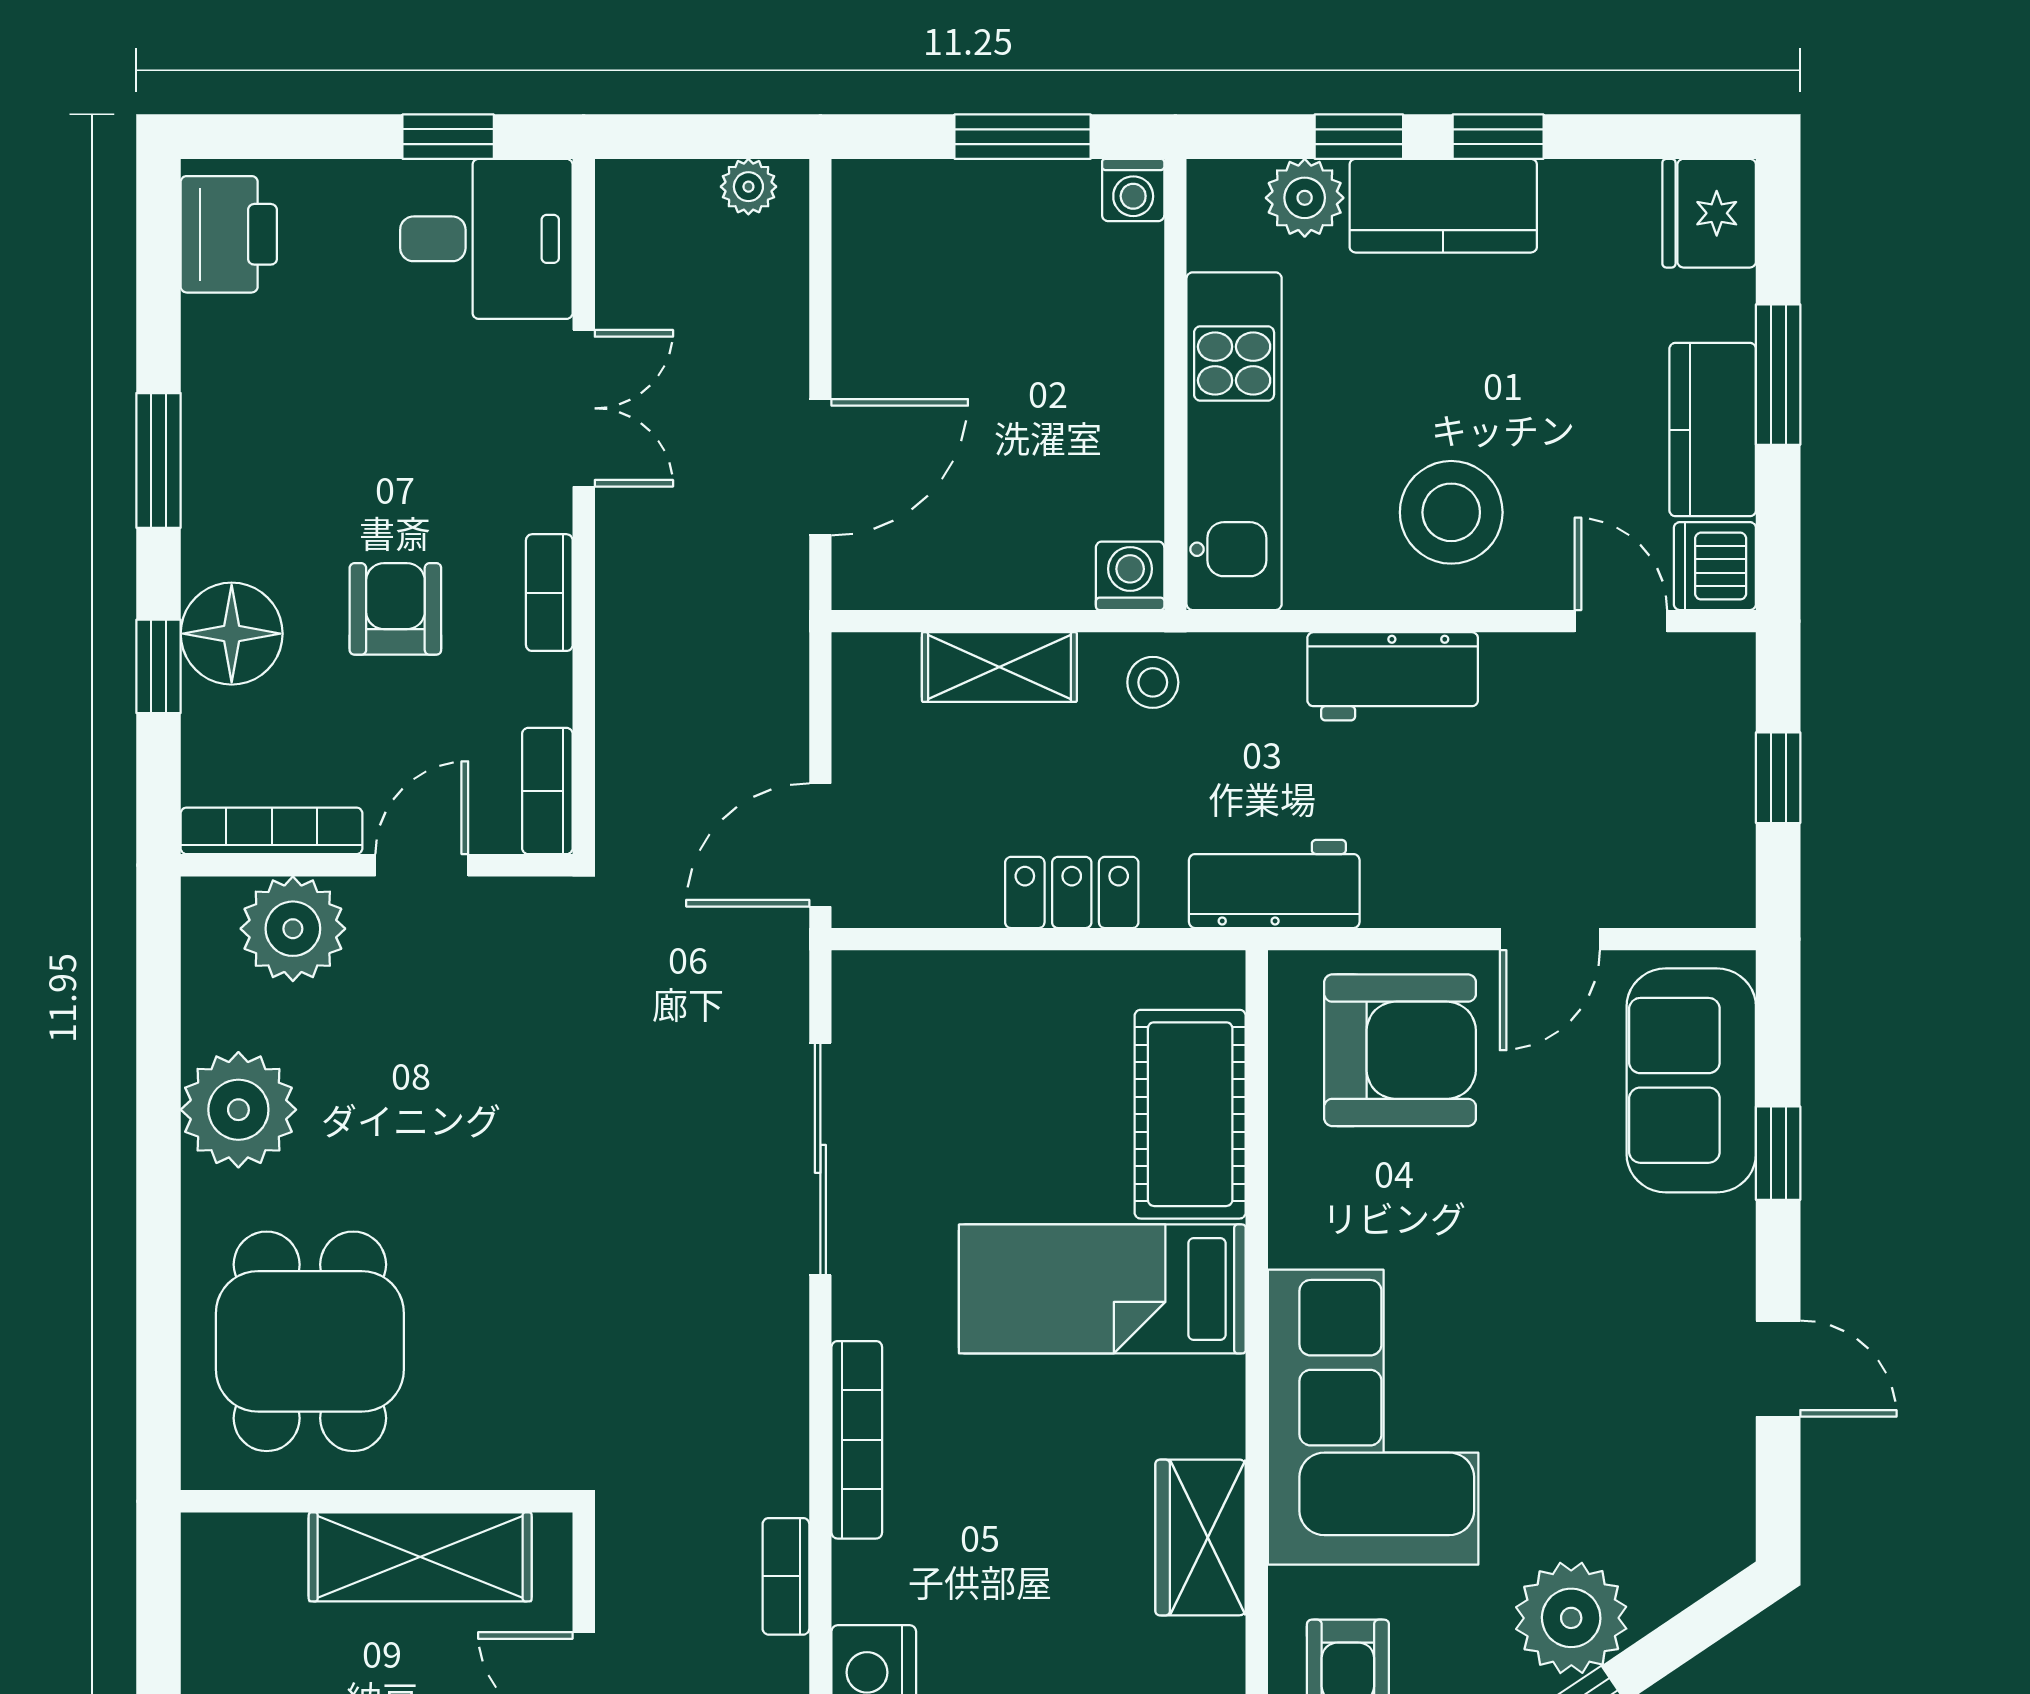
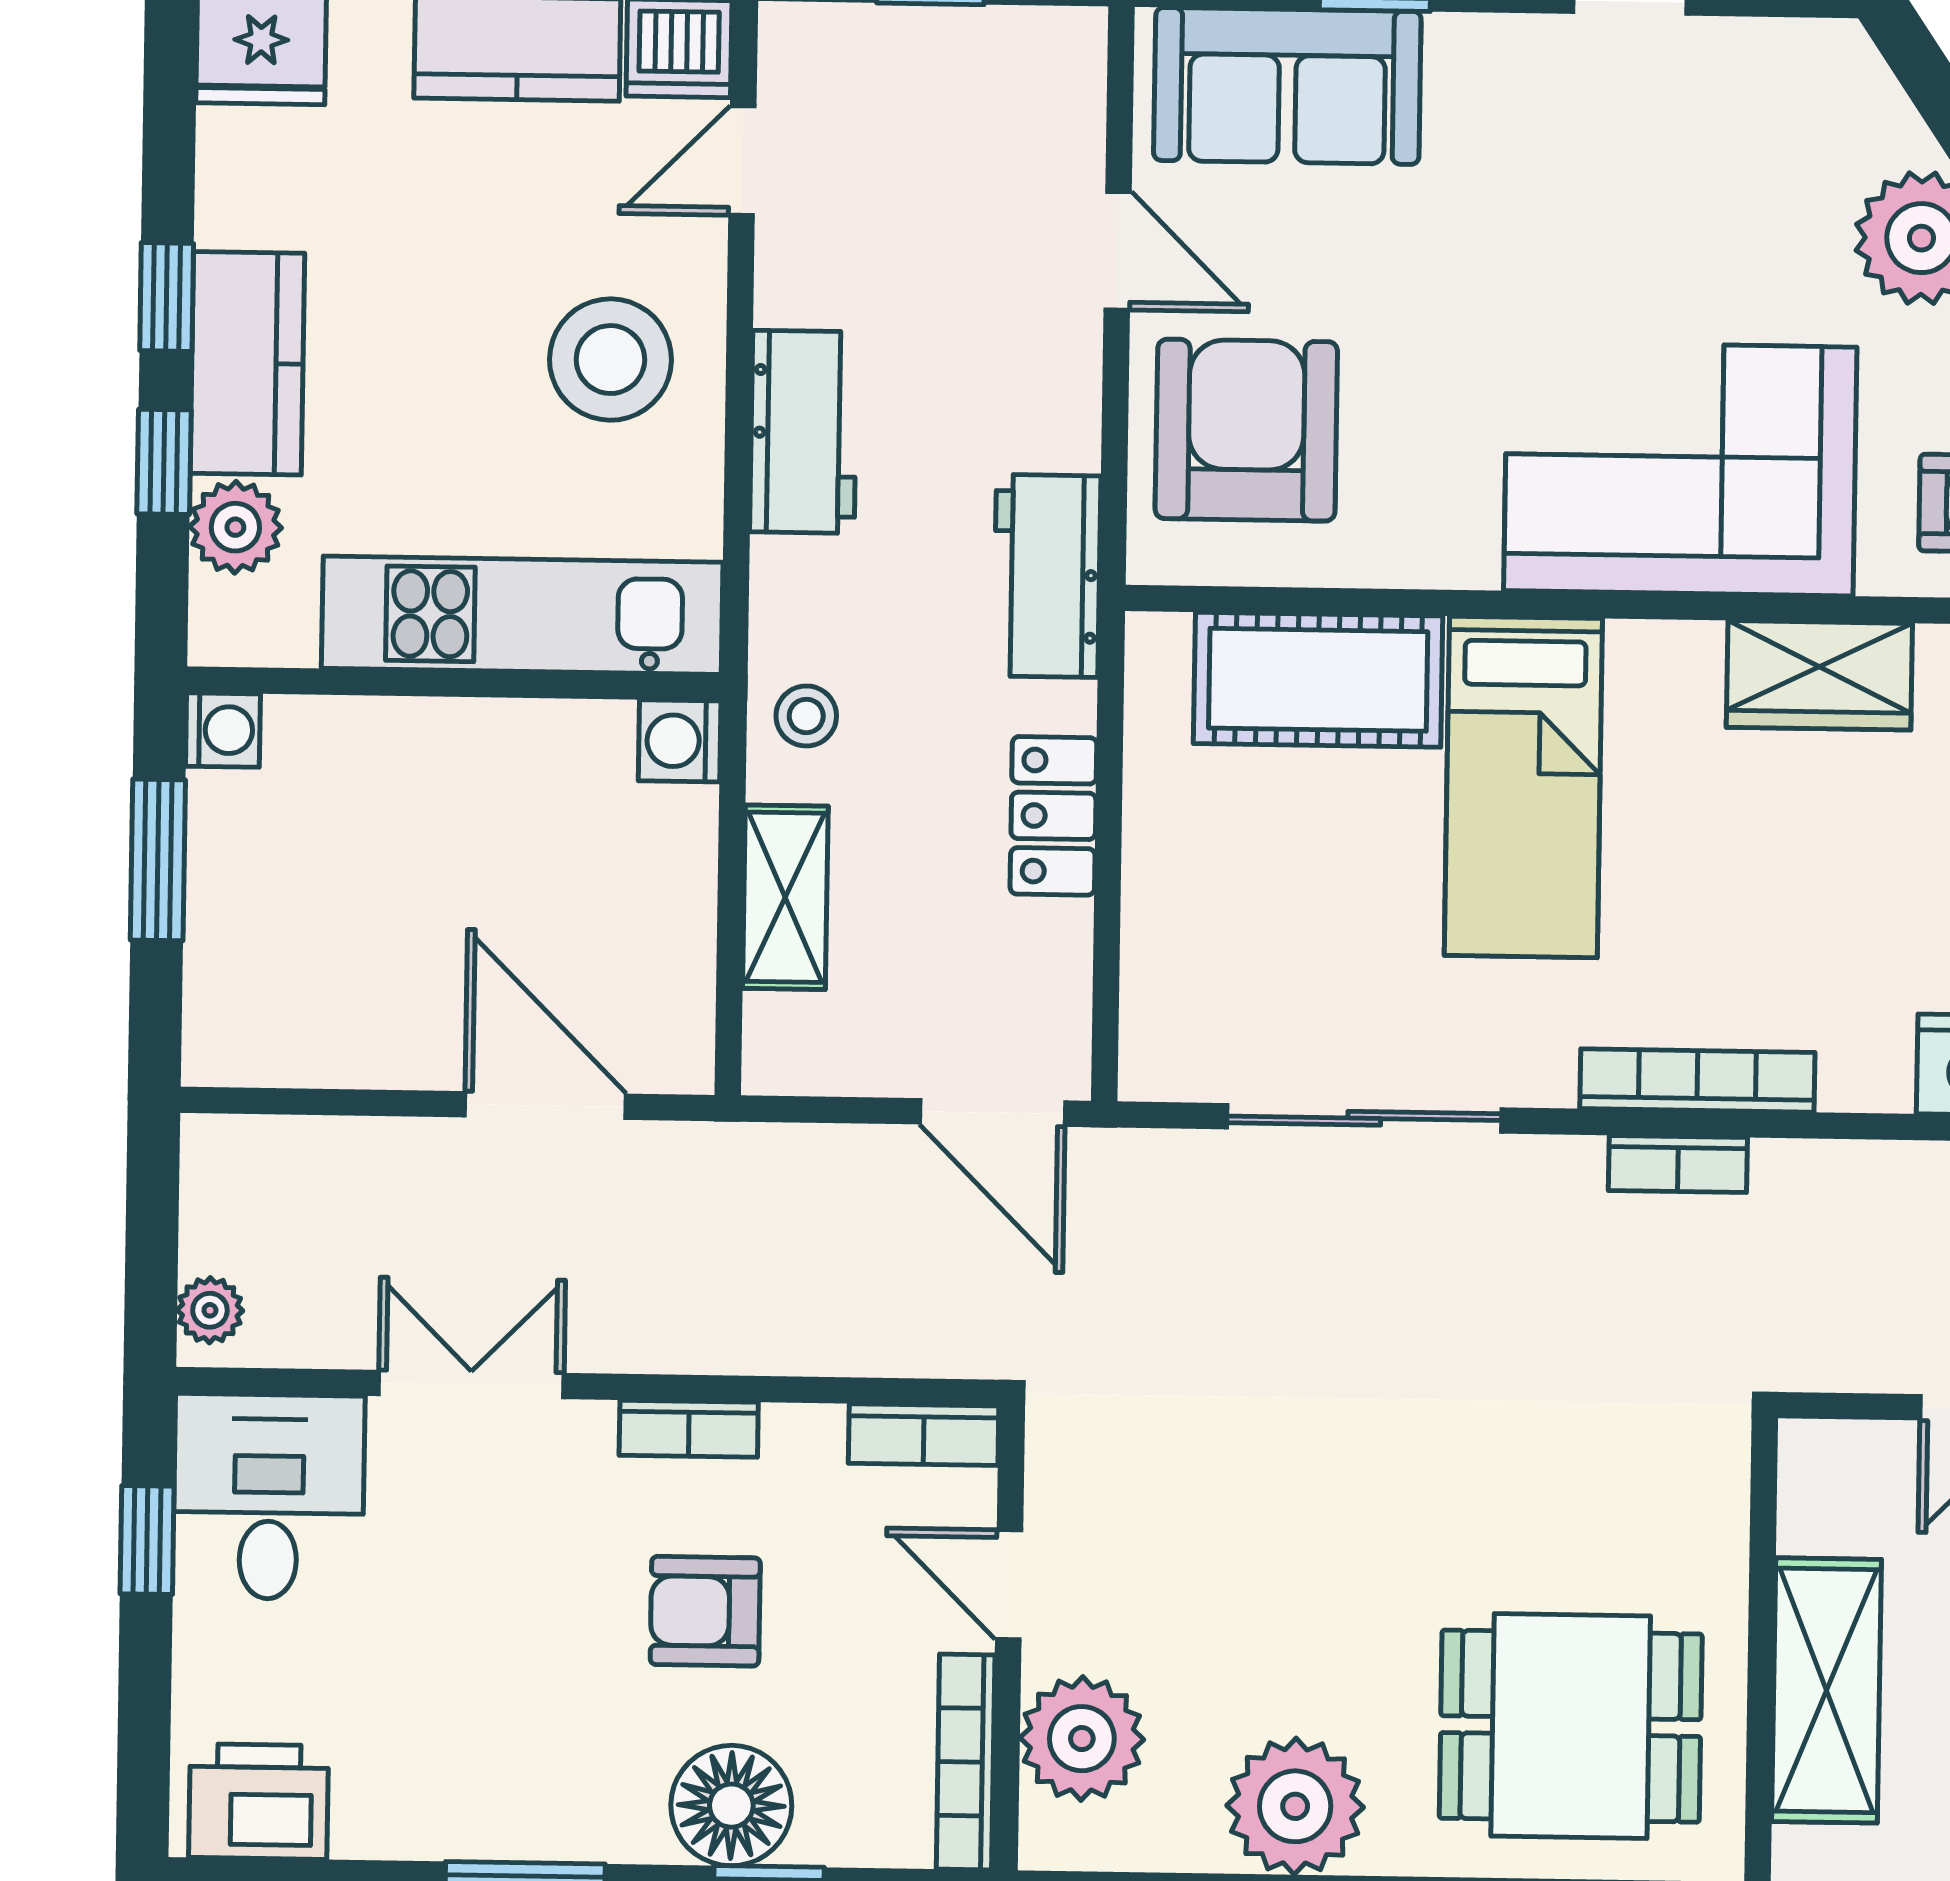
plant: (748, 187) -> (210, 1310), moved
shelving: (420, 1557) -> (1826, 1690), moved
bookcase: (786, 1576) -> (1678, 1164), moved

